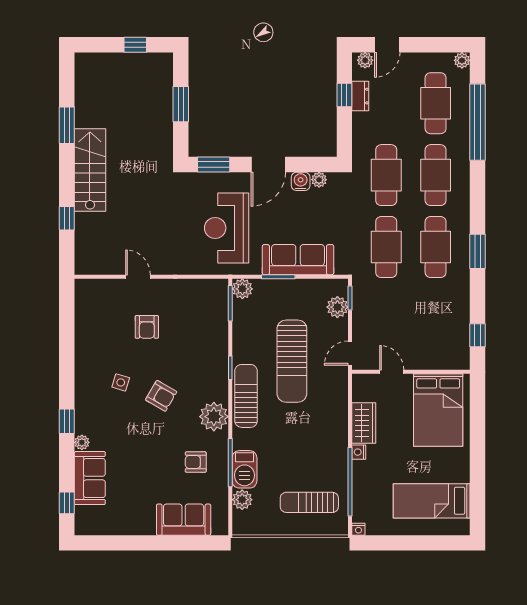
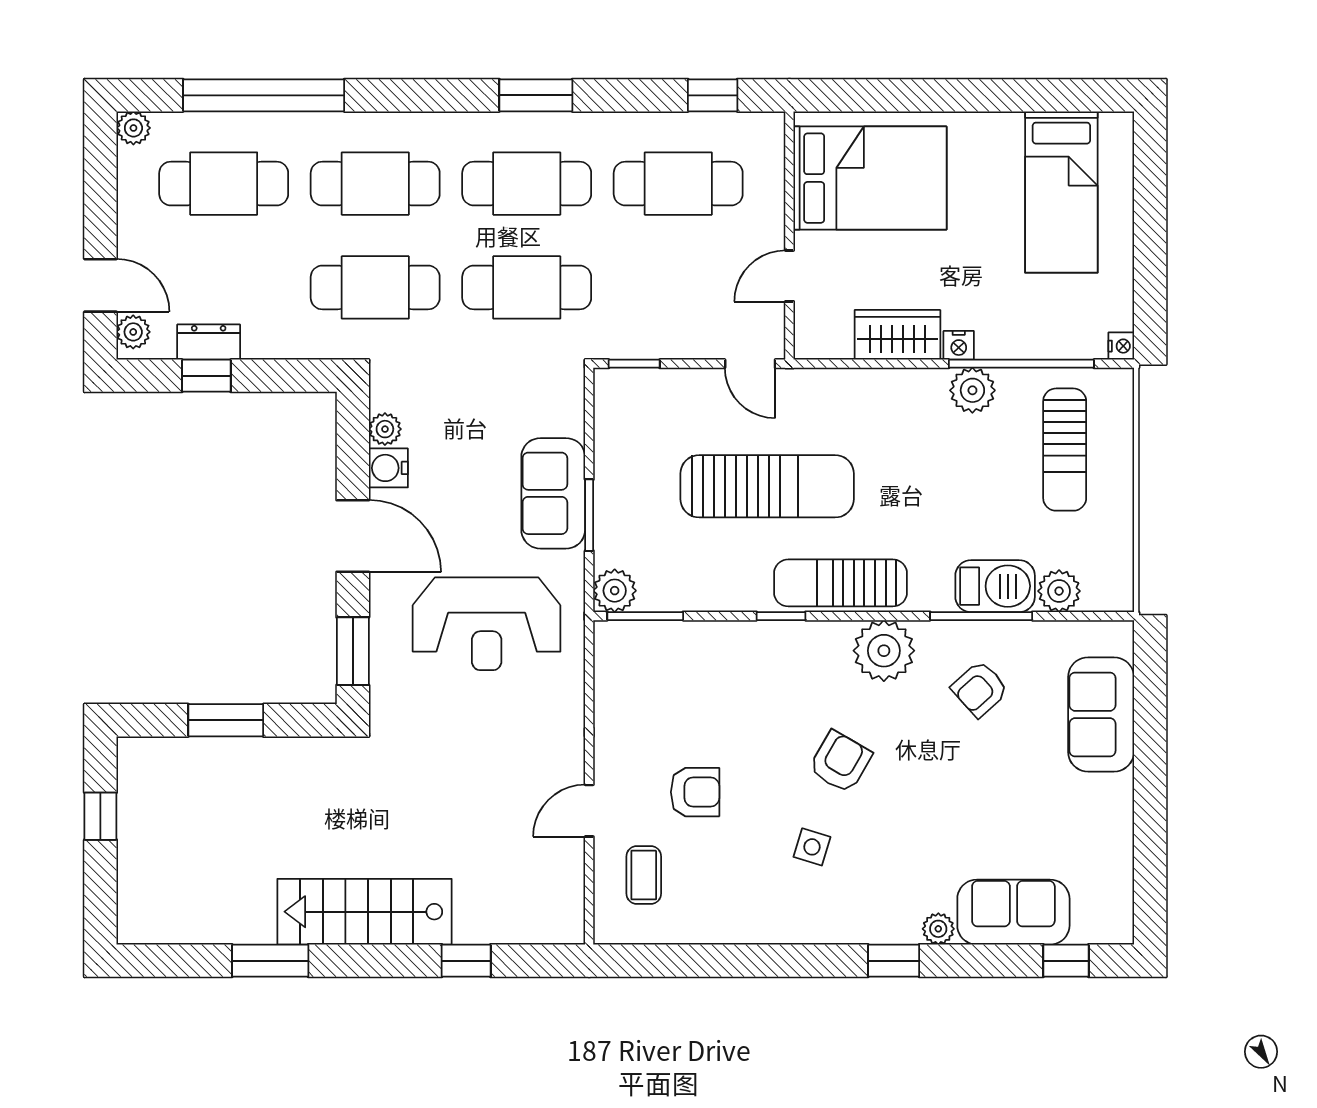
sofa: (298, 260) -> (553, 493), width x0.73
coffee table: (107, 303) -> (644, 875), added
plant: (337, 307) -> (972, 390), moved
cafe table: (436, 319) -> (678, 184), added
armchair: (196, 462) -> (980, 689), turned 48

